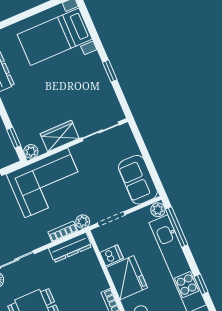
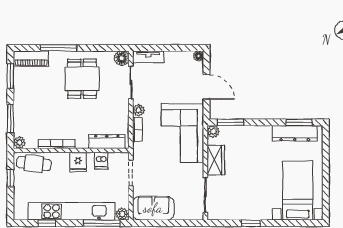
window: (14, 138) -> (230, 122), width x1.50
plant: (83, 222) -> (139, 110), moved
dresser: (70, 247) -> (107, 142), moved, turned 90
fridge: (127, 278) -> (78, 162), width x0.53, depth x0.75

